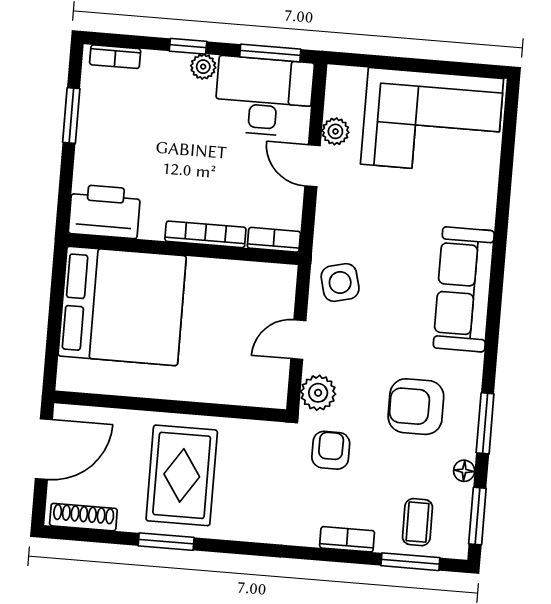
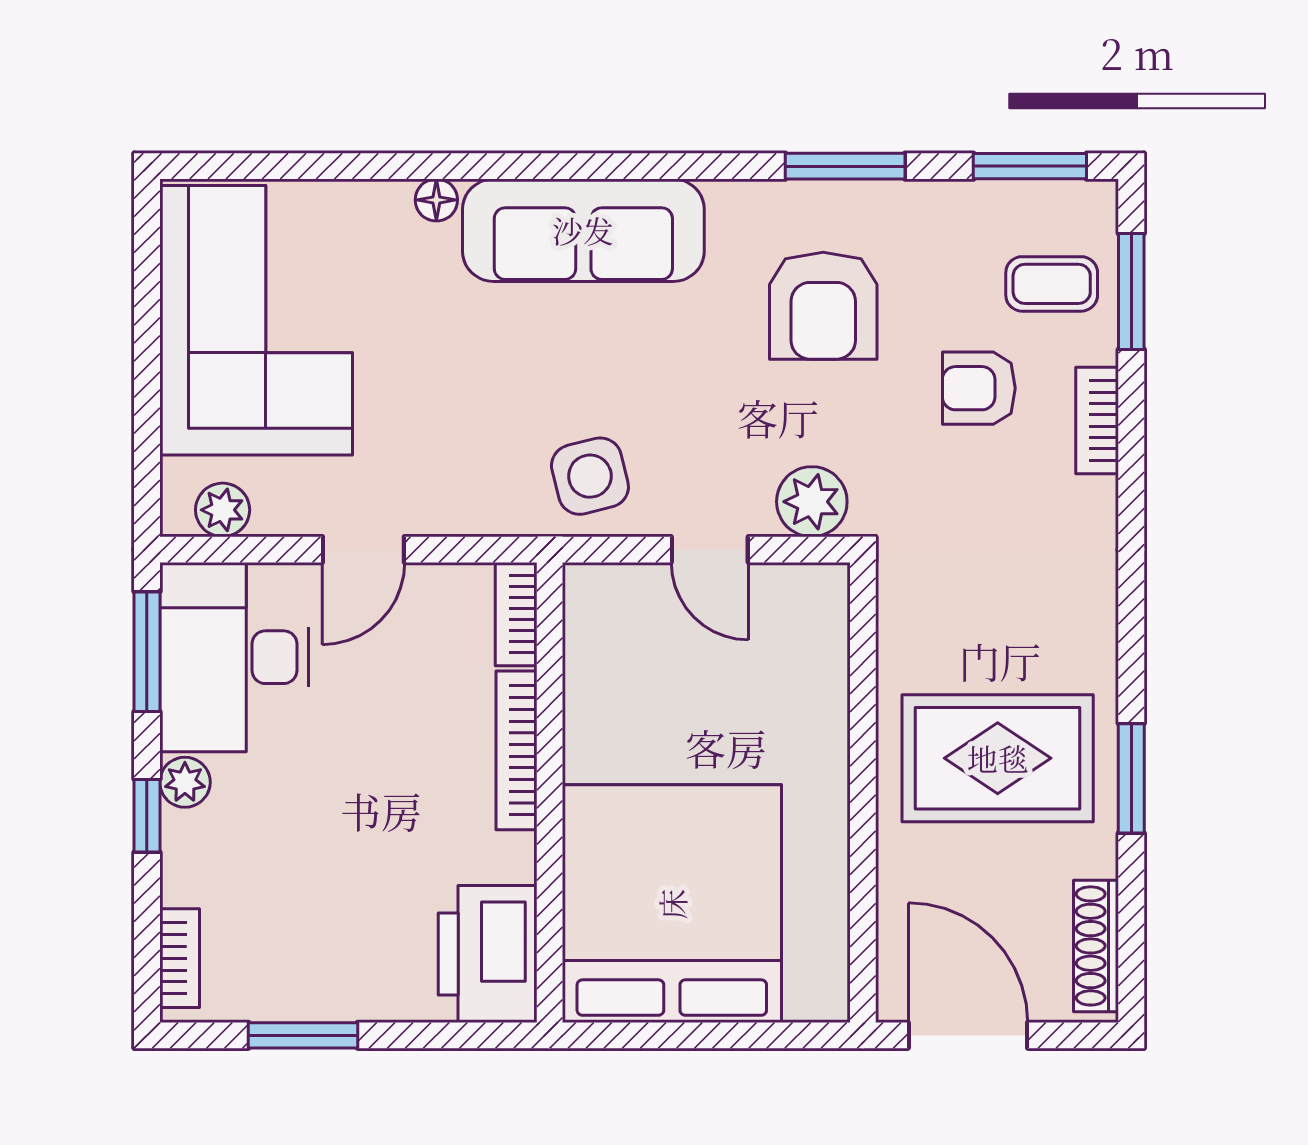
plant: (335, 131) -> (223, 510), moved
armchair: (331, 450) -> (979, 388), moved
floor lamp: (464, 471) -> (436, 200), moved

